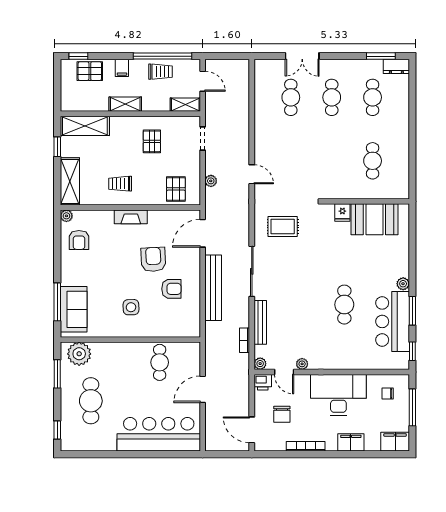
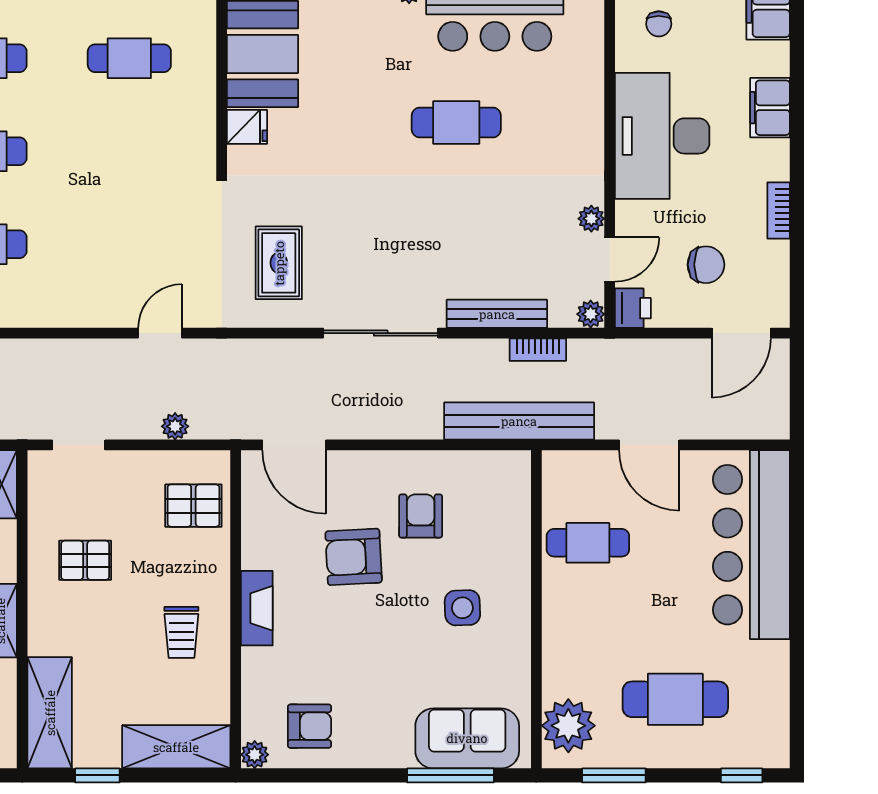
bench: (213, 288) -> (519, 421), moved
bookcase: (306, 446) -> (779, 210), width x0.64

